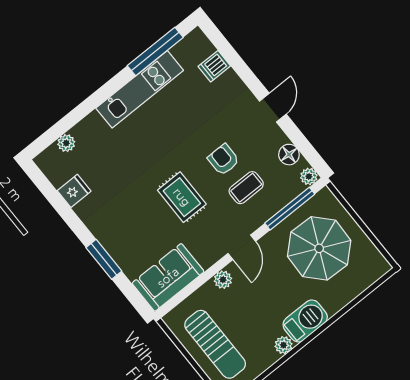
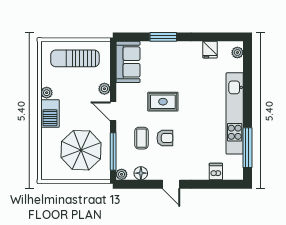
kitchen unit: (140, 89) -> (235, 113), width x1.36
plant: (66, 143) -> (237, 53), moved

